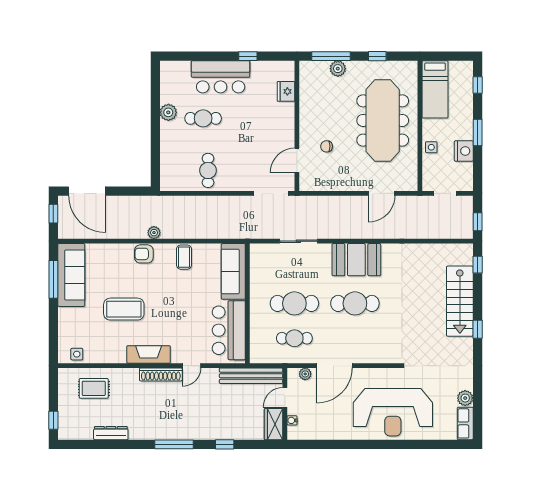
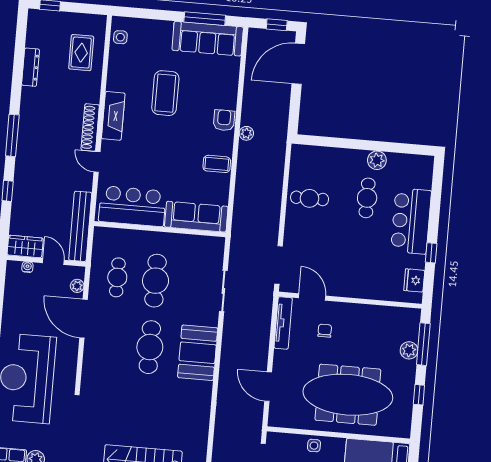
fridge: (286, 91) -> (414, 280), moved, turned -90
tv unit: (323, 185) -> (283, 323), added

